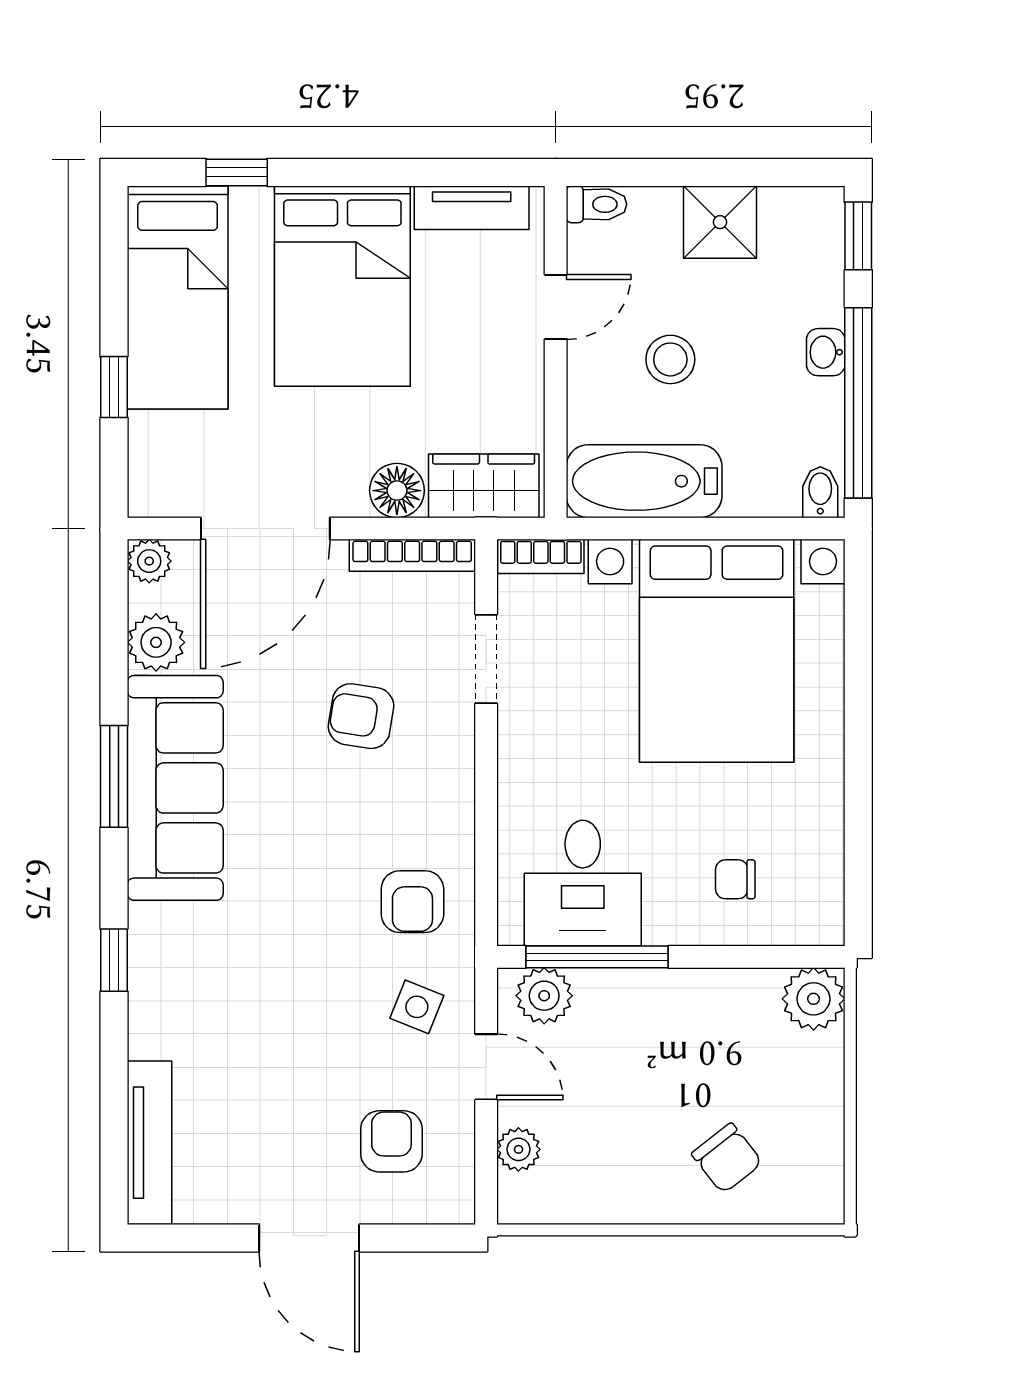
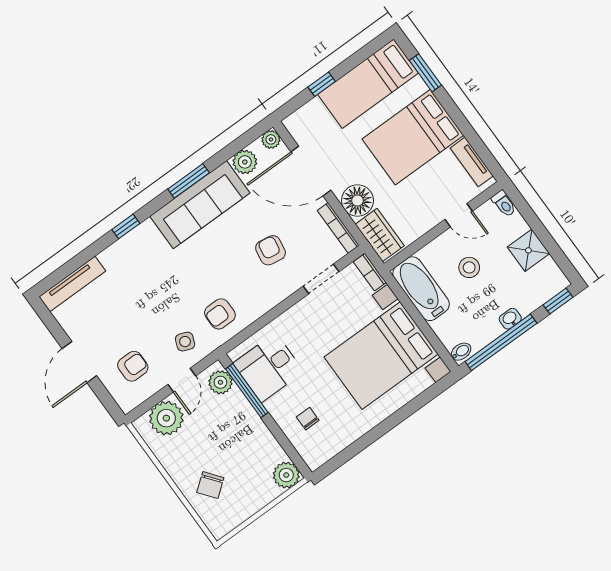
window: (237, 172) -> (425, 73), width x1.50
floor lamp: (397, 491) -> (357, 201), width x1.38, depth x1.38
plant: (518, 1149) -> (166, 418), width x1.88, depth x1.88

